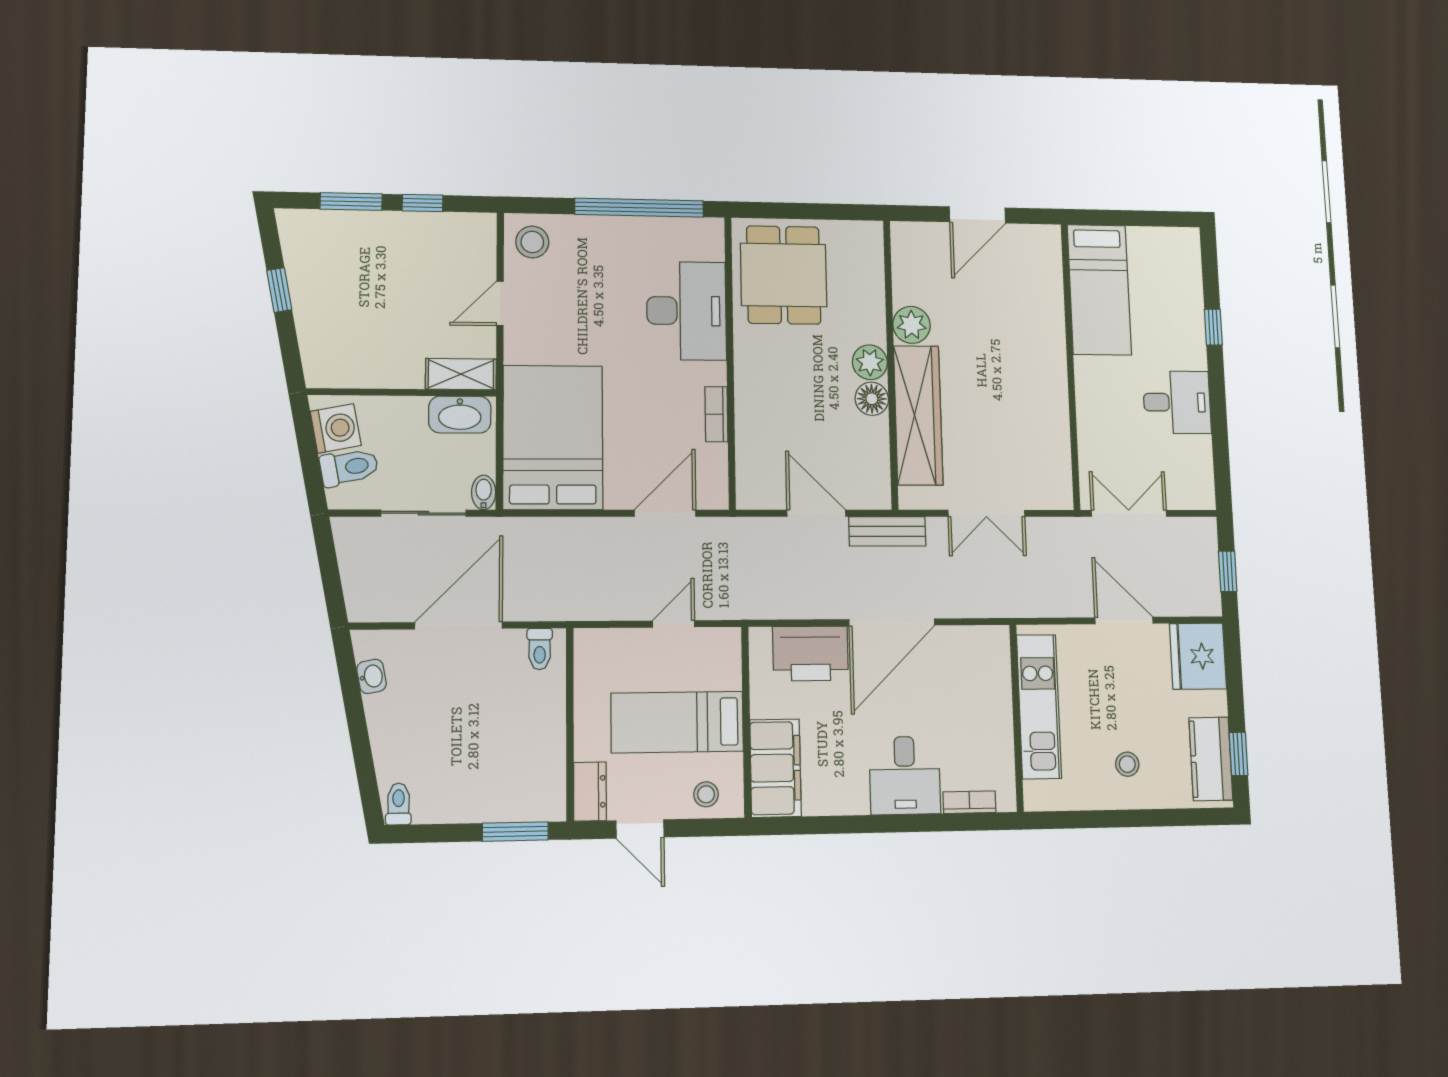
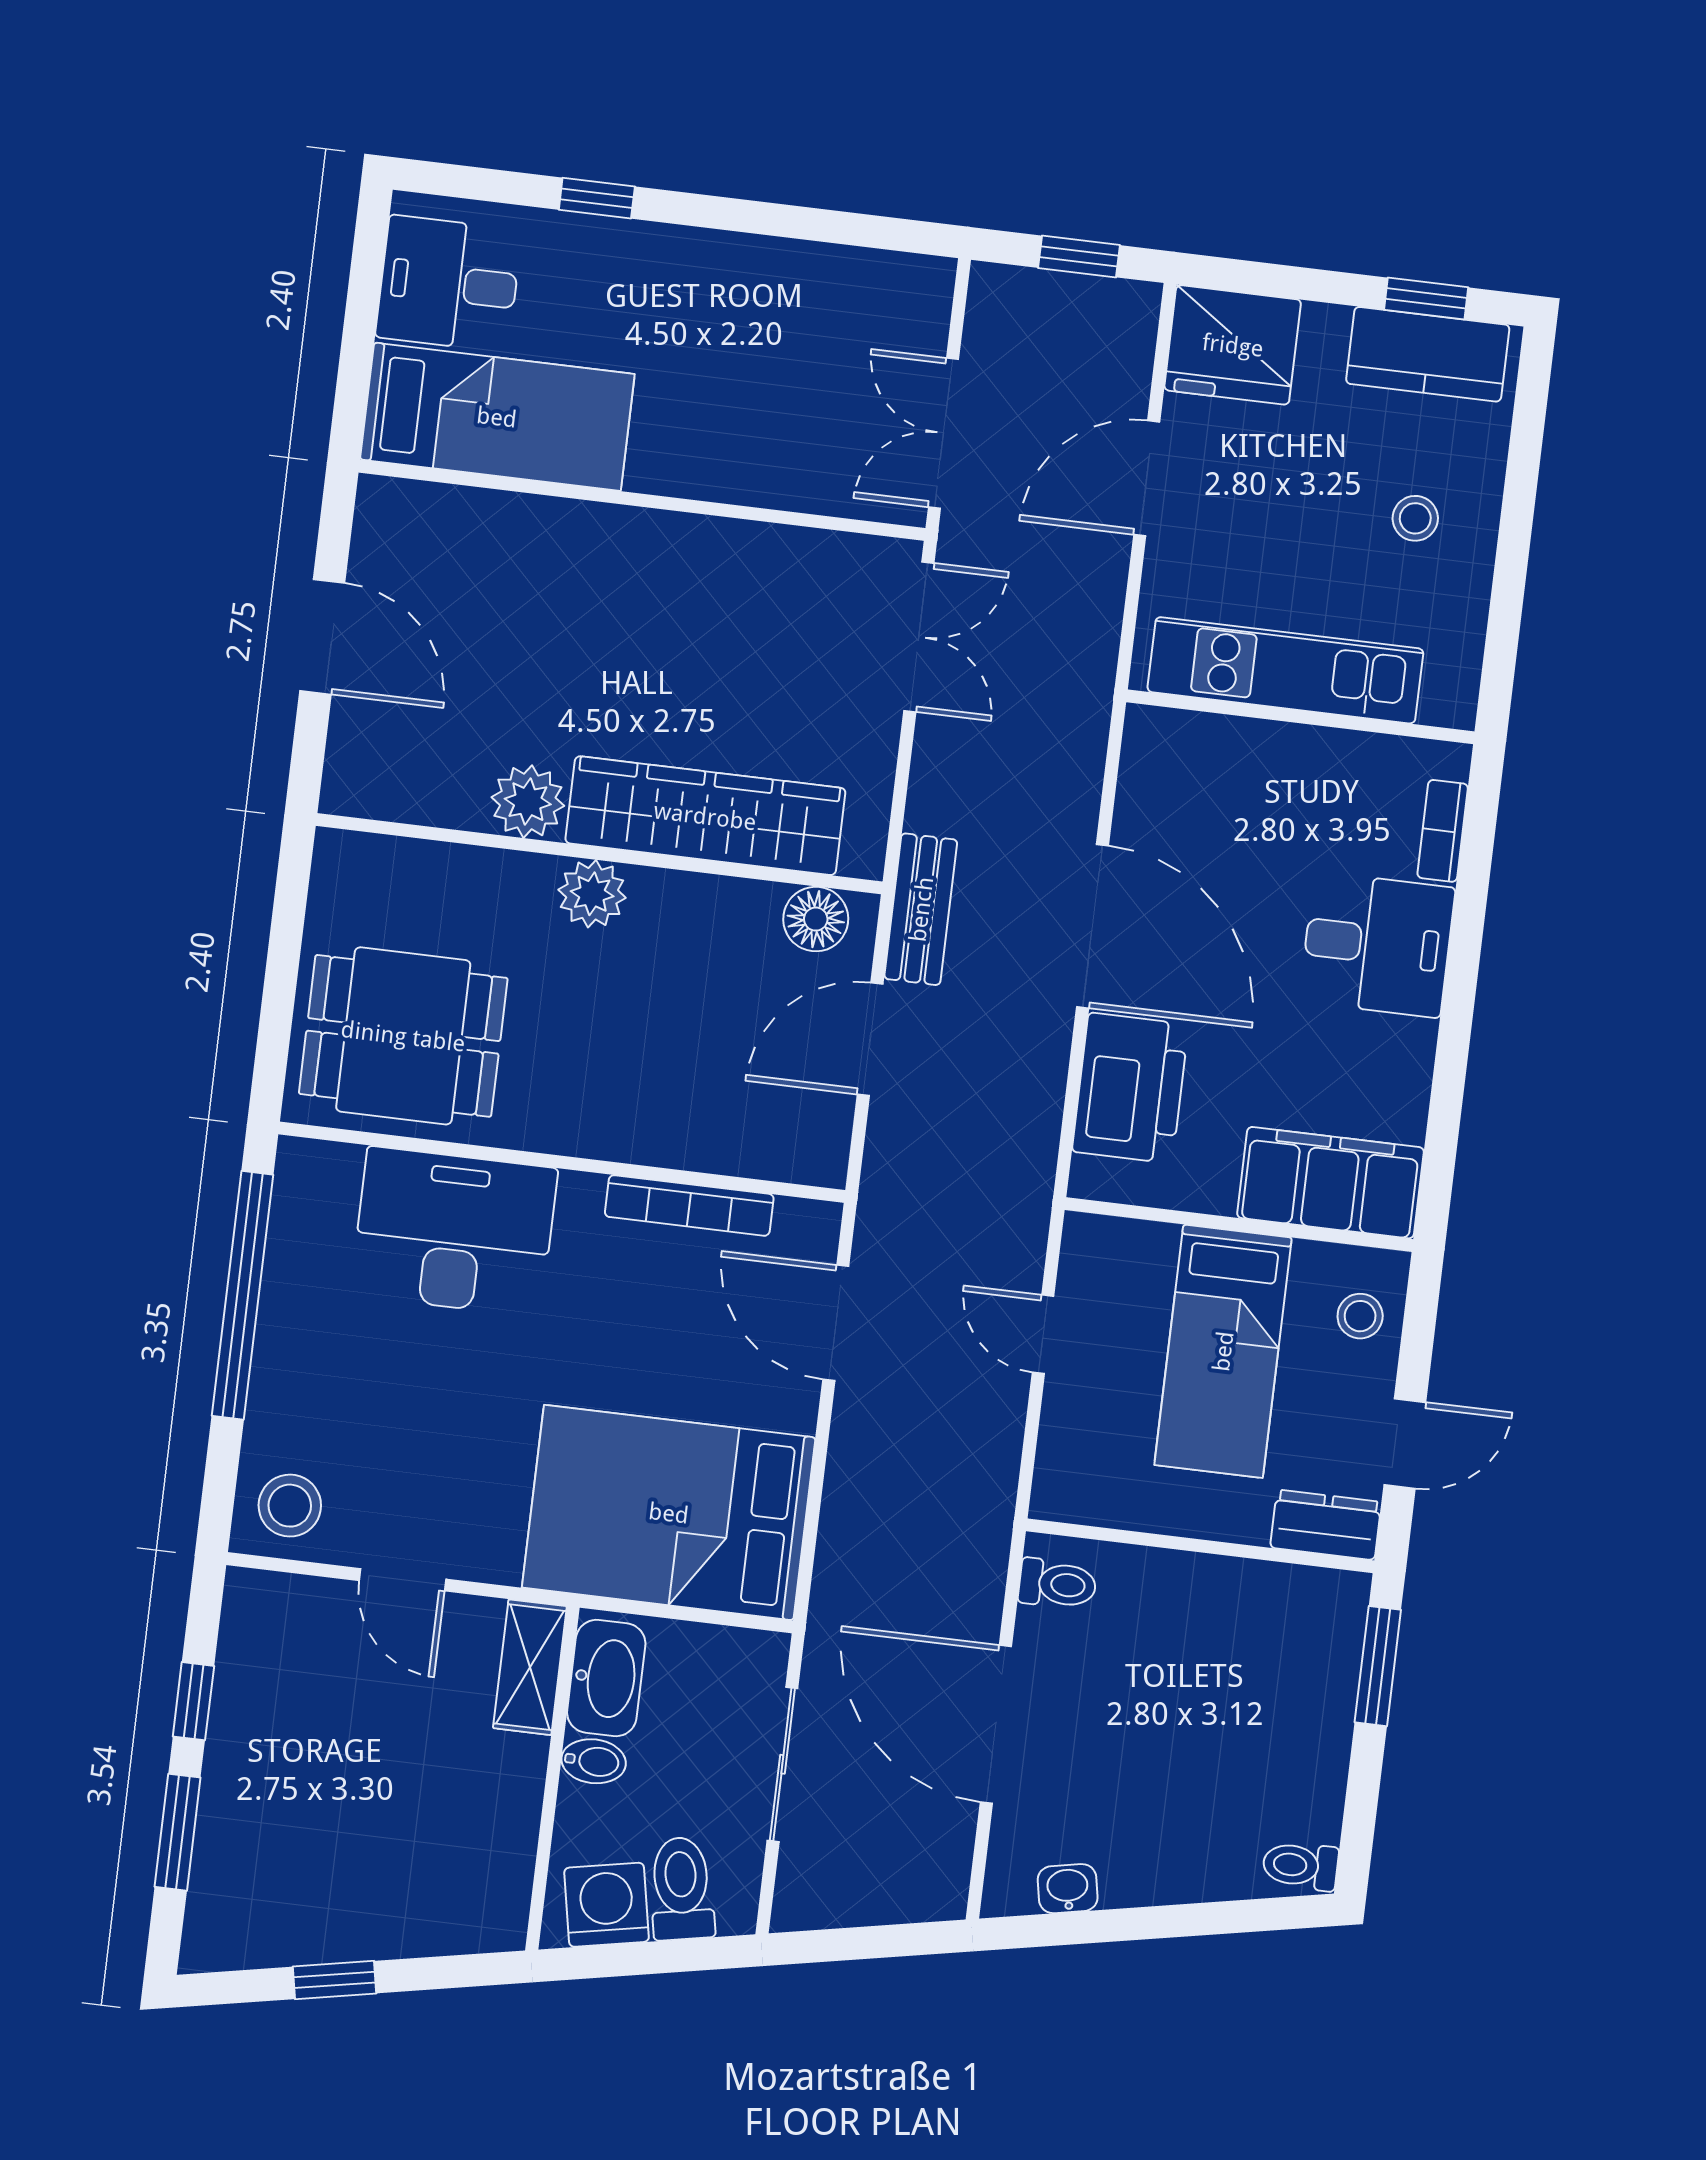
floor lamp: (872, 399) -> (816, 919), moved
desk: (1177, 402) -> (449, 284), moved, turned -90
bookcase: (716, 414) -> (689, 1205), width x1.56
bidet: (484, 492) -> (594, 1761), moved, turned 180
double door: (986, 513) -> (919, 637), moved

